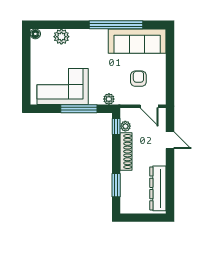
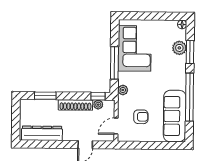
window: (66, 25) -> (190, 52), added

